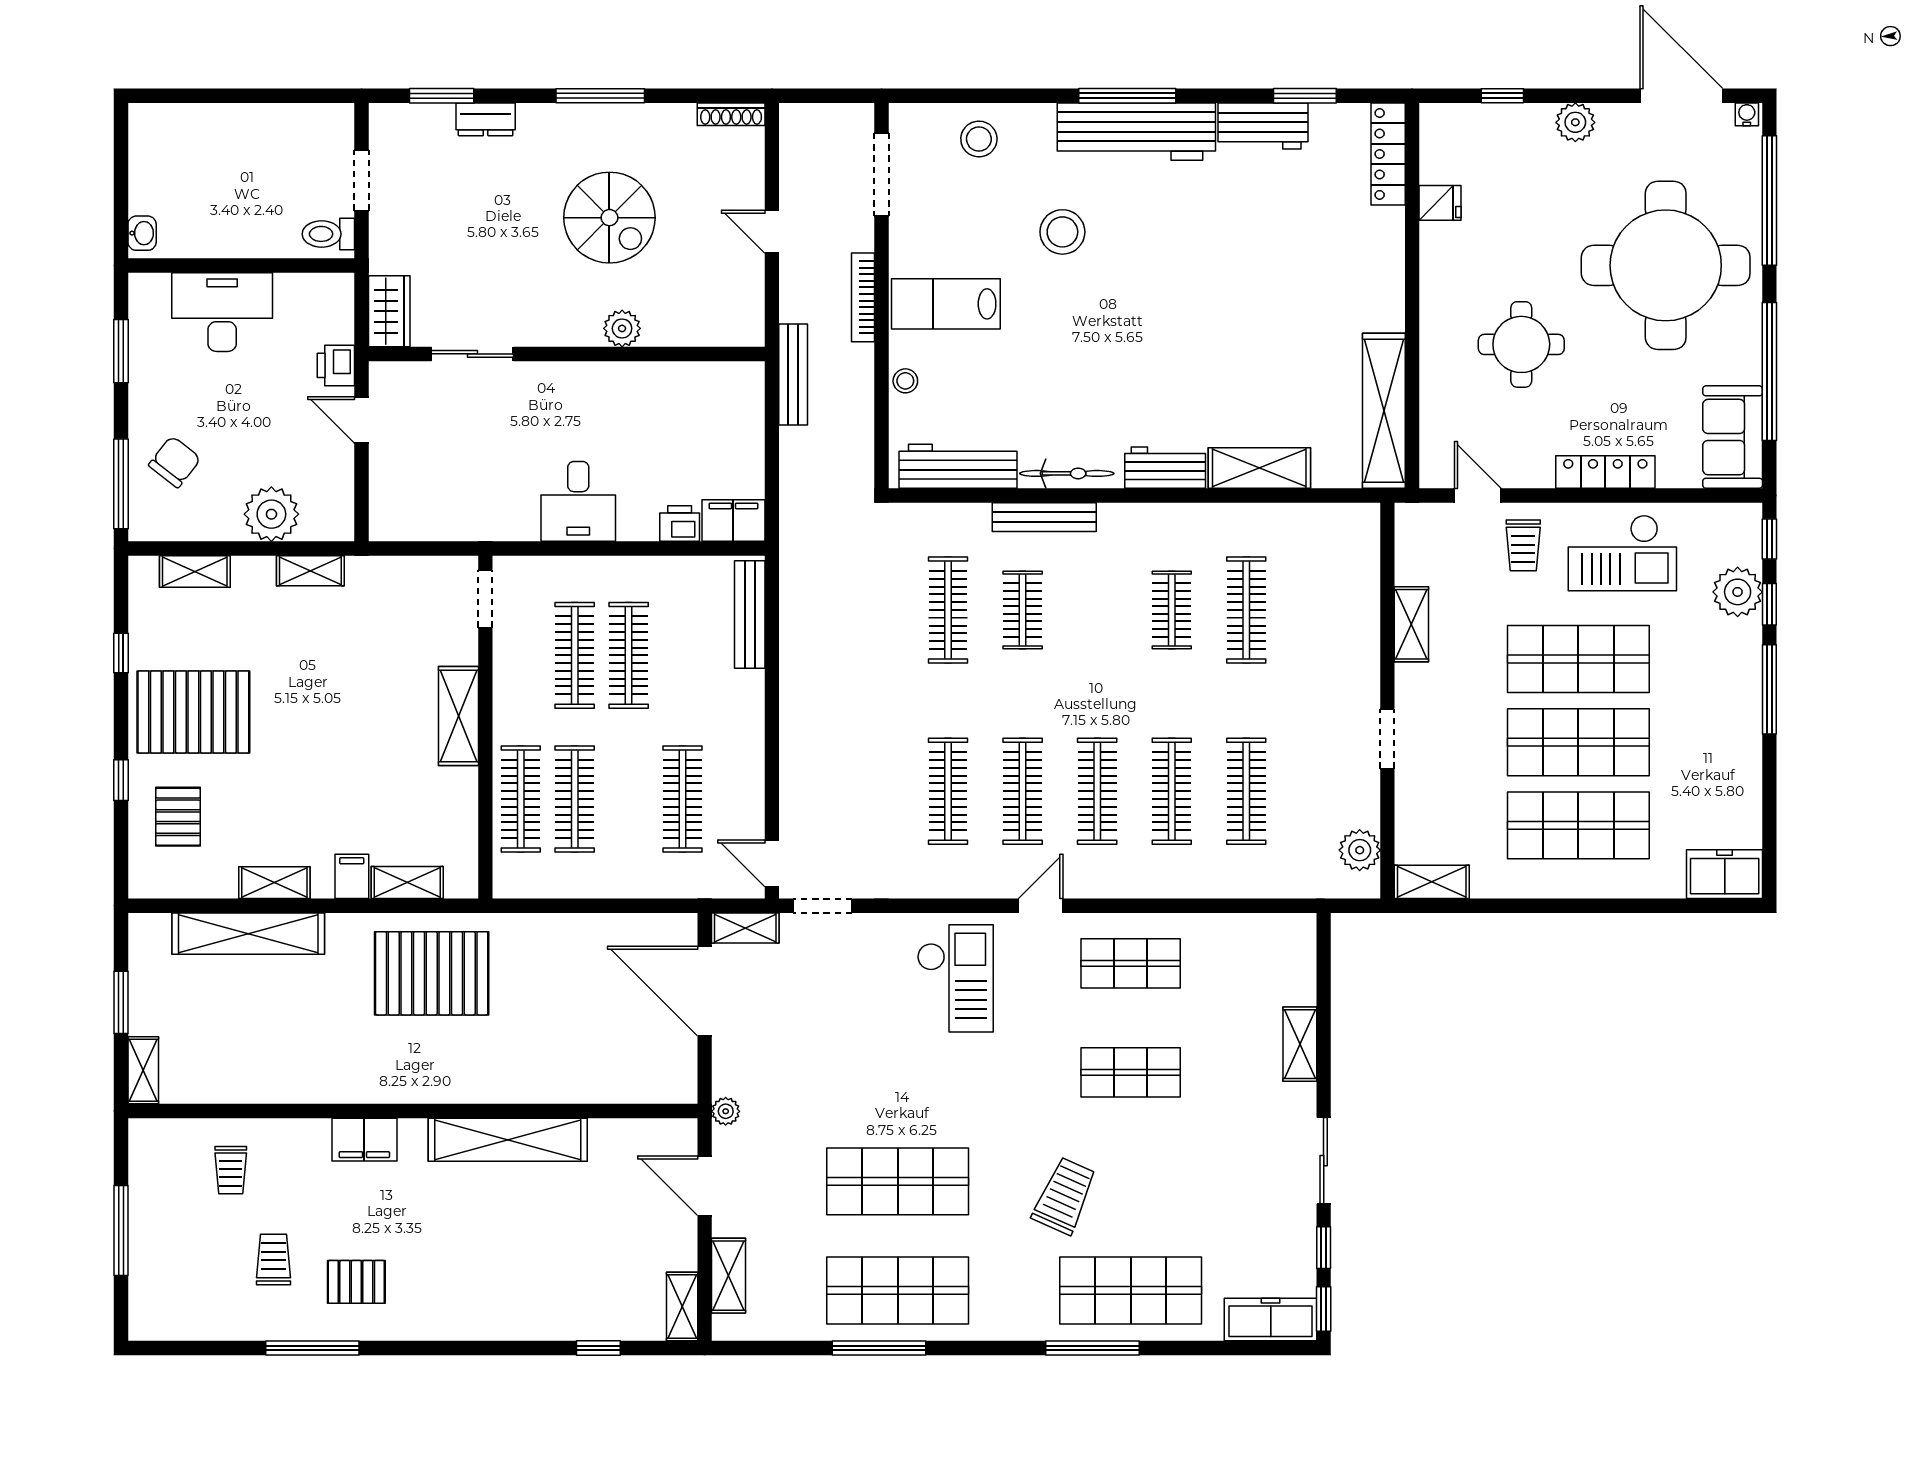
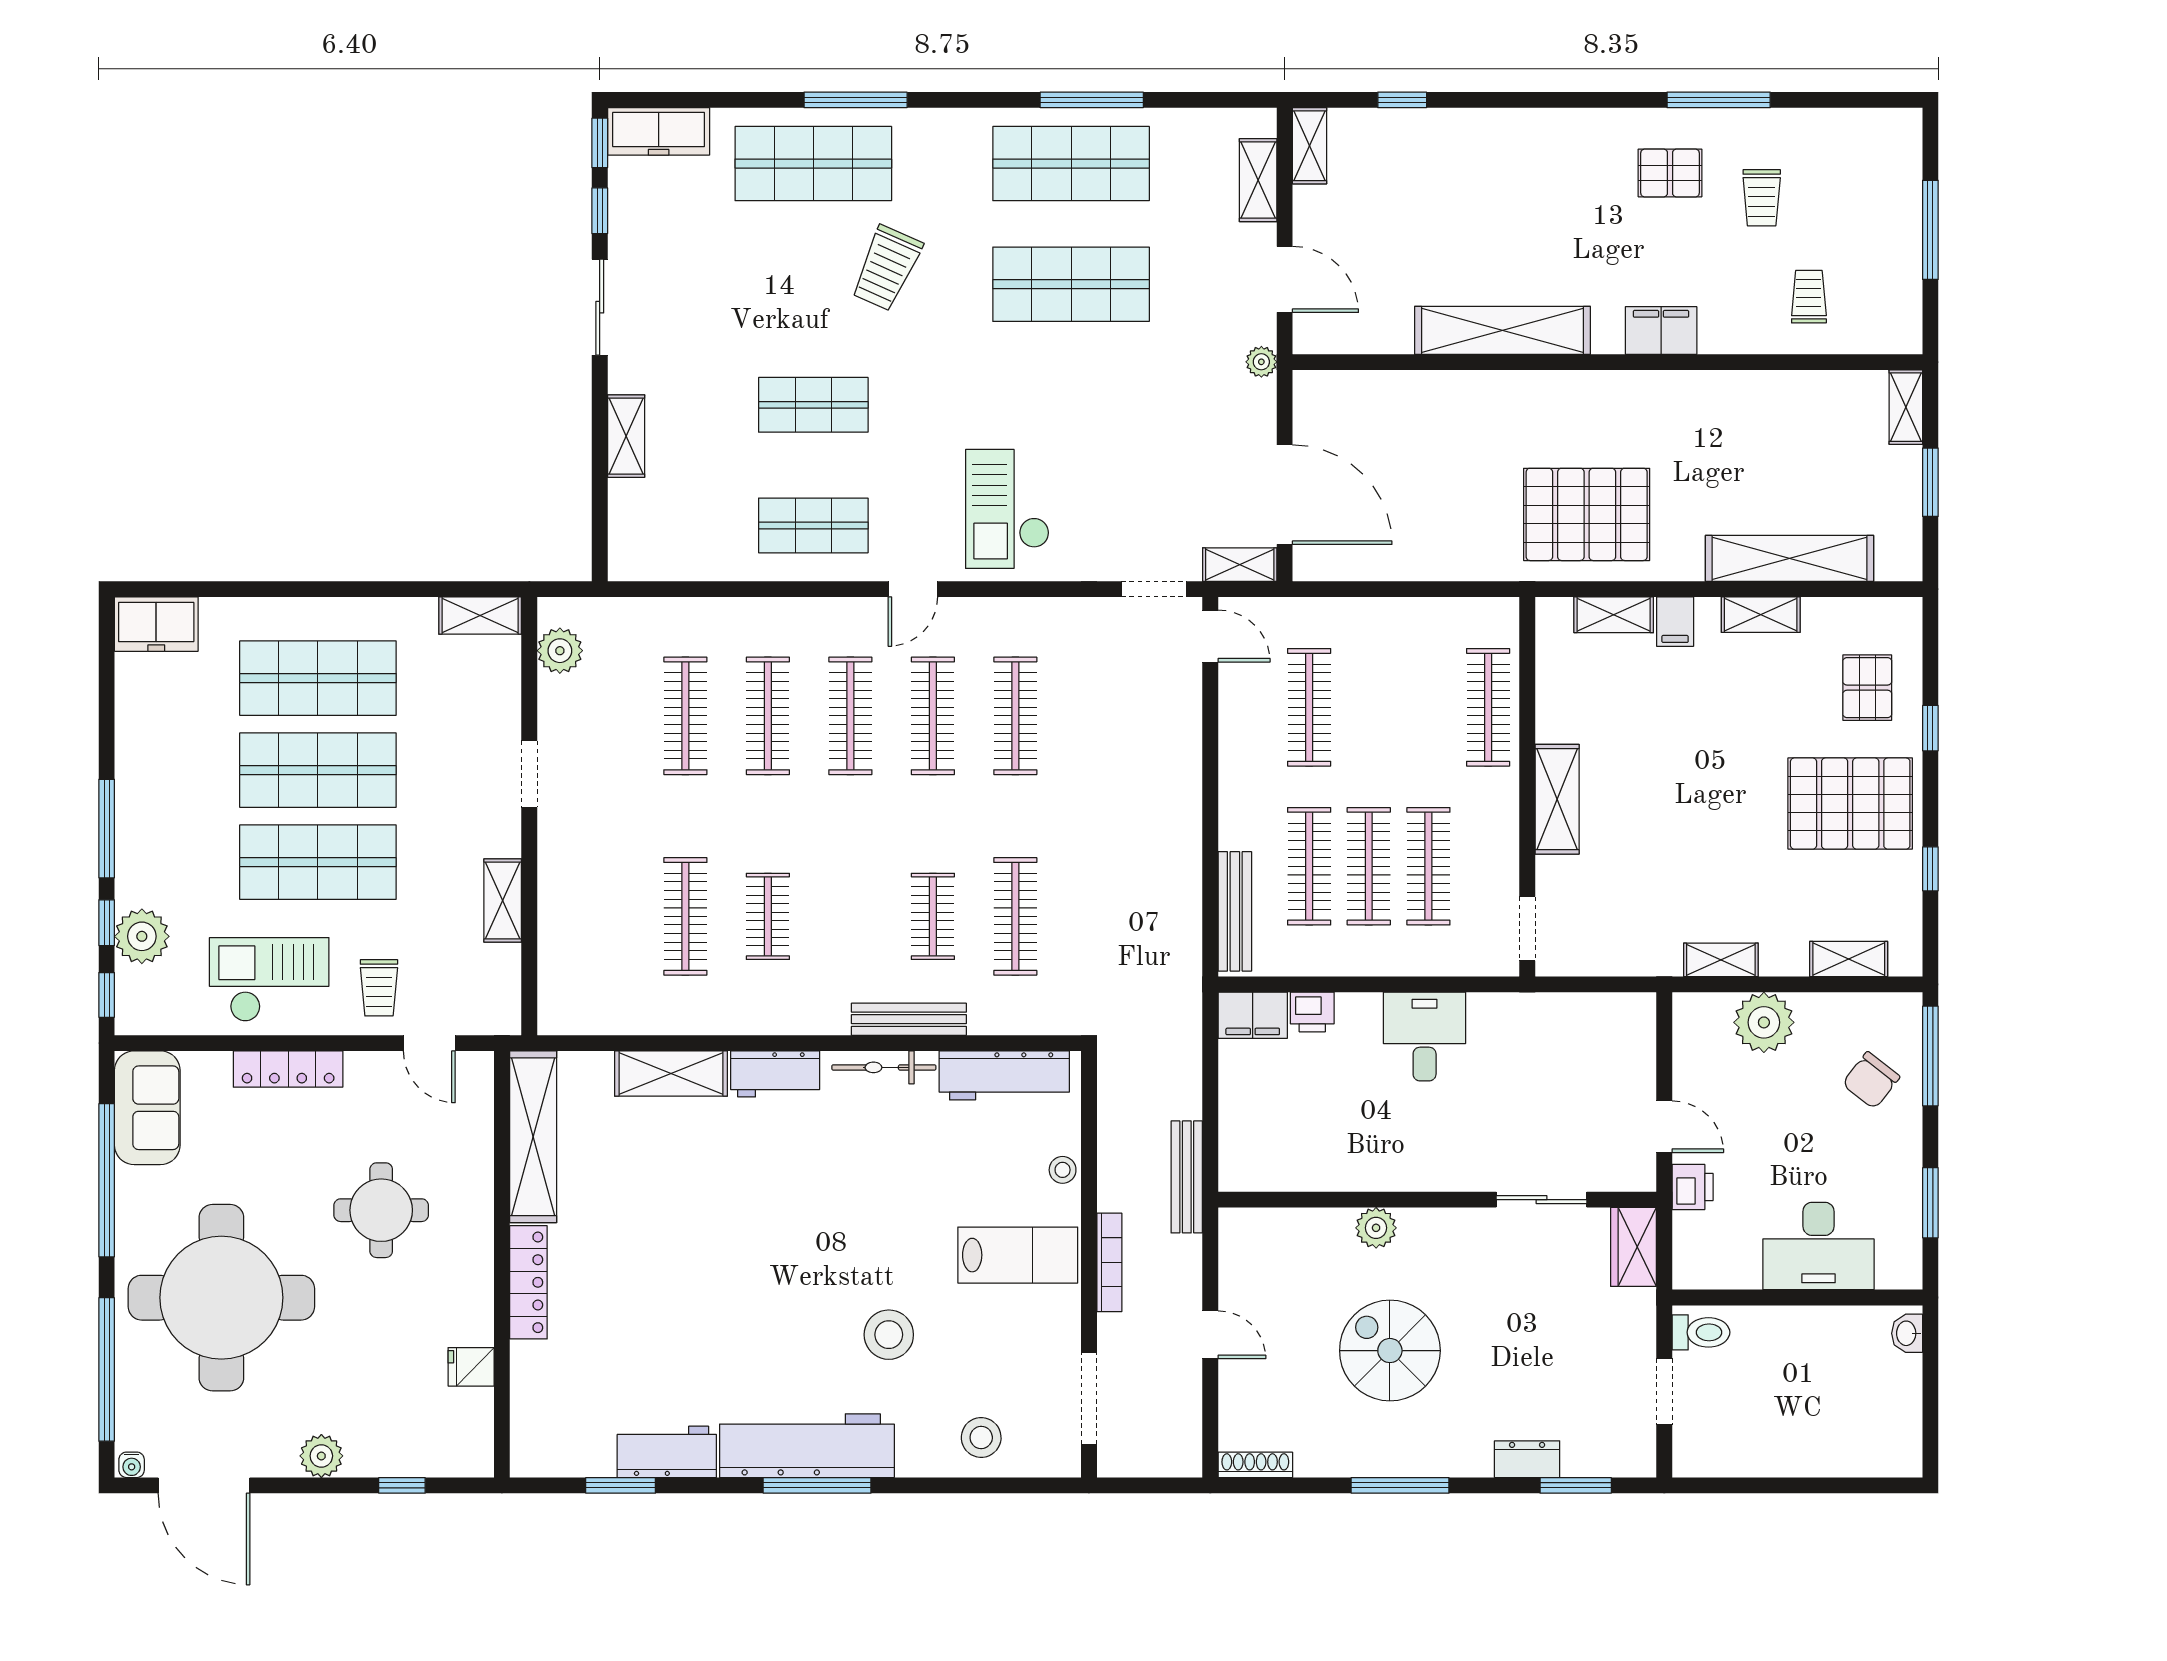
locker: (1388, 154) -> (528, 1282), moved
trolley: (1523, 545) -> (379, 988), turned 180
clothes rail: (575, 799) -> (1309, 866), moved

